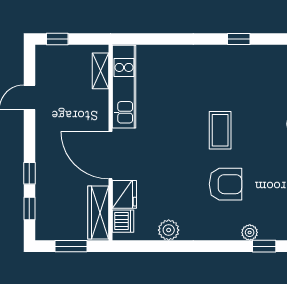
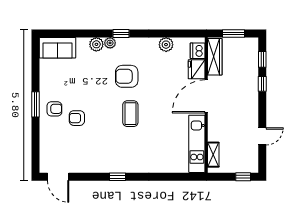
door: (110, 155) -> (206, 96), swing flipped
plant: (269, 230) -> (96, 44), added
window: (264, 246) -> (121, 33), moved

